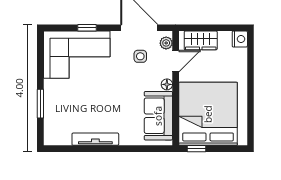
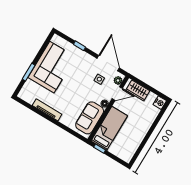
corner sofa: (77, 55) -> (52, 67), moved, turned -90
bed: (208, 114) -> (109, 128), width x0.49

